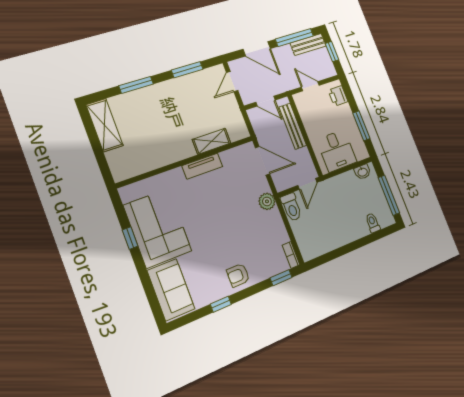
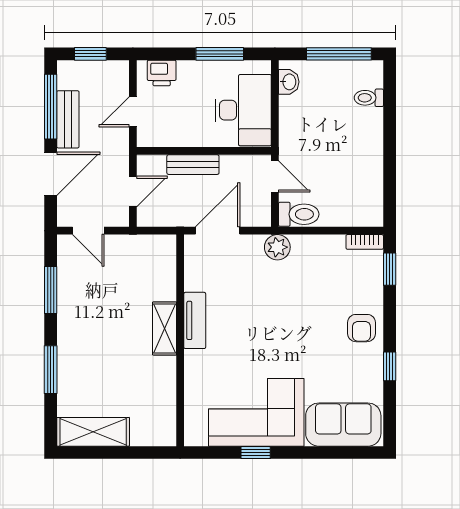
bench: (308, 45) -> (68, 119), moved
bench: (293, 126) -> (193, 165), width x0.73
shelving: (212, 141) -> (165, 328), moved
desk: (337, 151) -> (243, 110), width x1.37

